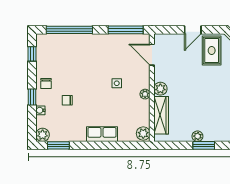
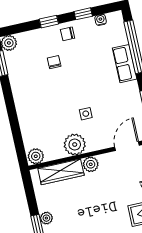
window: (32, 54) -> (83, 14), moved
plant: (145, 94) -> (75, 144), width x1.87, depth x1.87
water cooler: (40, 110) -> (101, 20), moved
row of seats: (102, 134) -> (125, 64), moved, turned 180

